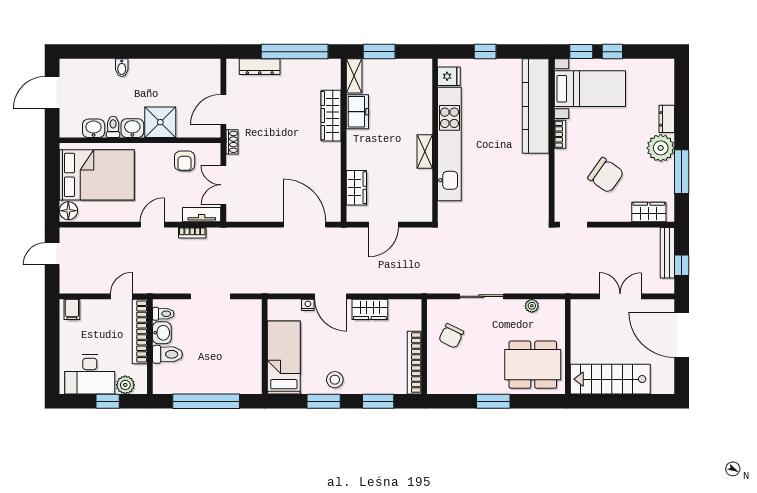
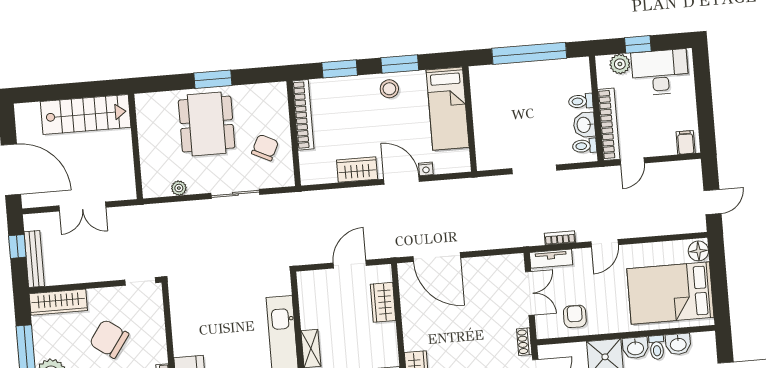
wardrobe: (649, 212) -> (58, 302), width x1.50
toilet: (167, 354) -> (581, 101), width x0.73, depth x0.72
dining table: (533, 365) -> (207, 124), moved, turned 90

